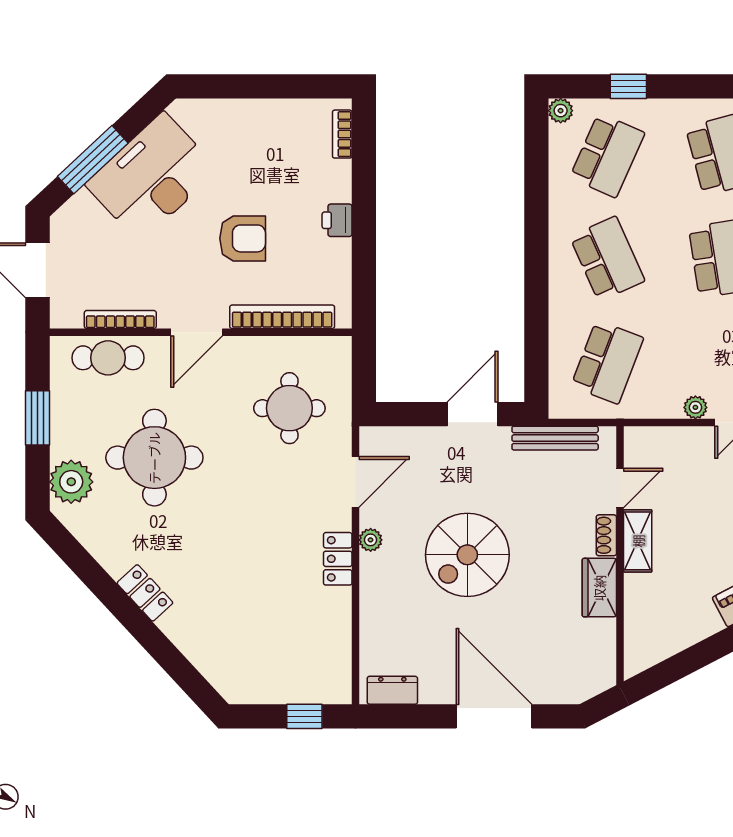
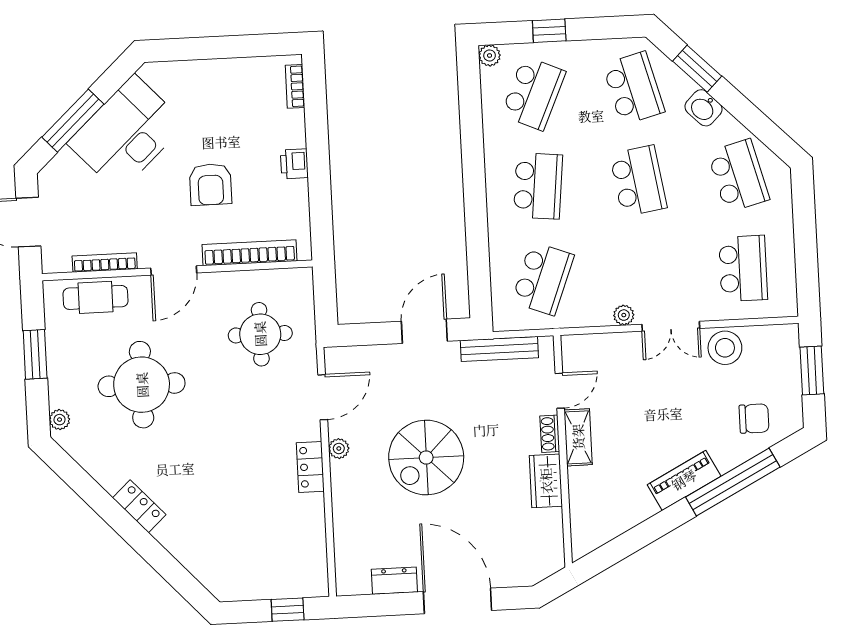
armchair: (243, 238) -> (211, 184), turned 90
school desk: (607, 259) -> (538, 186), turned 30
plant: (71, 482) -> (60, 420), width x0.53, depth x0.53
dresser: (392, 690) -> (394, 581), moved

